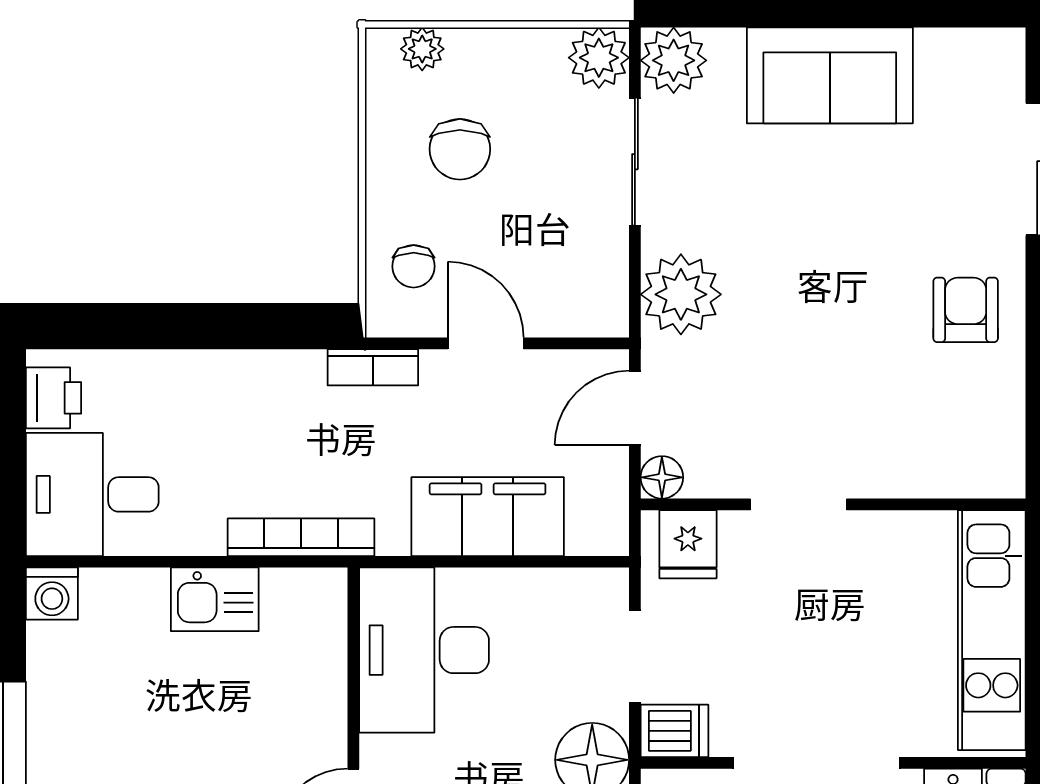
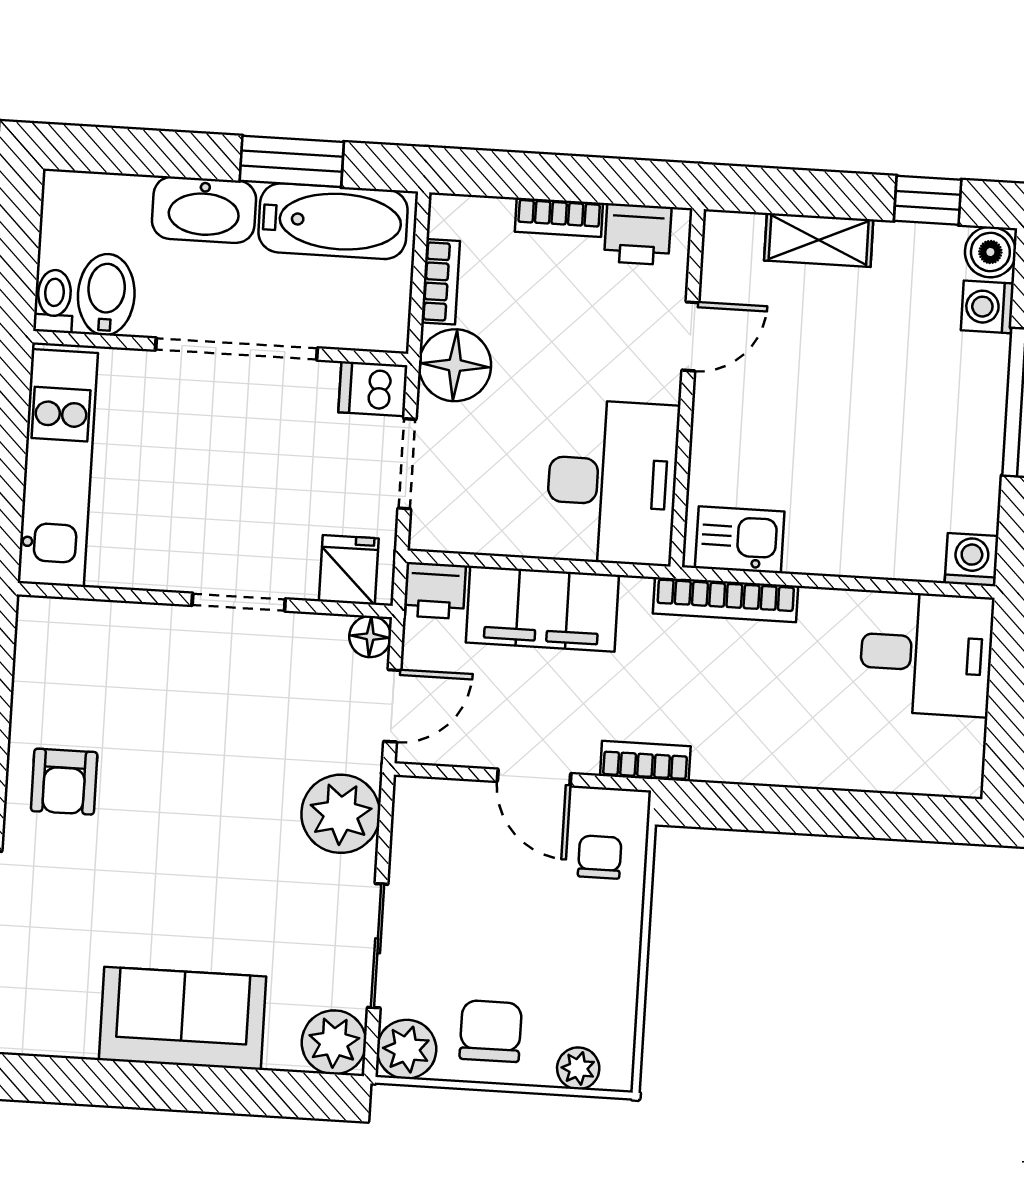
chair: (460, 149) -> (491, 1031), moved
printer: (54, 398) -> (435, 591), moved, turned -90
kitchen sink: (215, 599) -> (740, 540), moved

